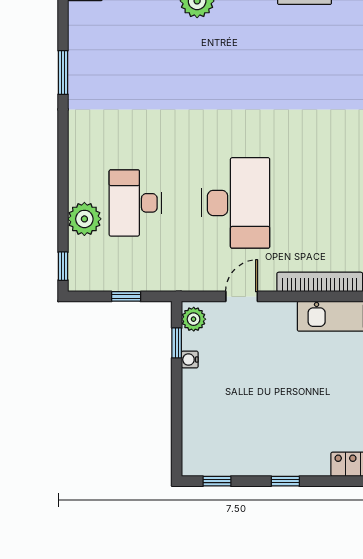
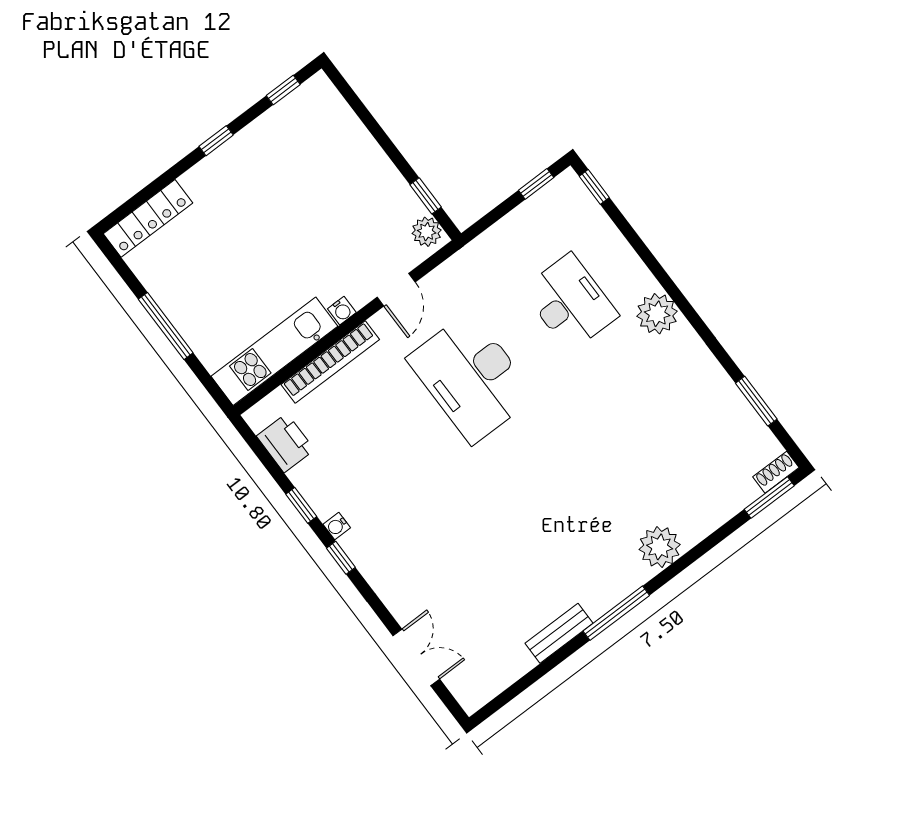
window: (63, 73) -> (756, 401), moved
plant: (84, 219) -> (657, 314), moved
window: (126, 296) -> (536, 184), moved
water cooler: (190, 360) -> (342, 311), moved, turned 90

